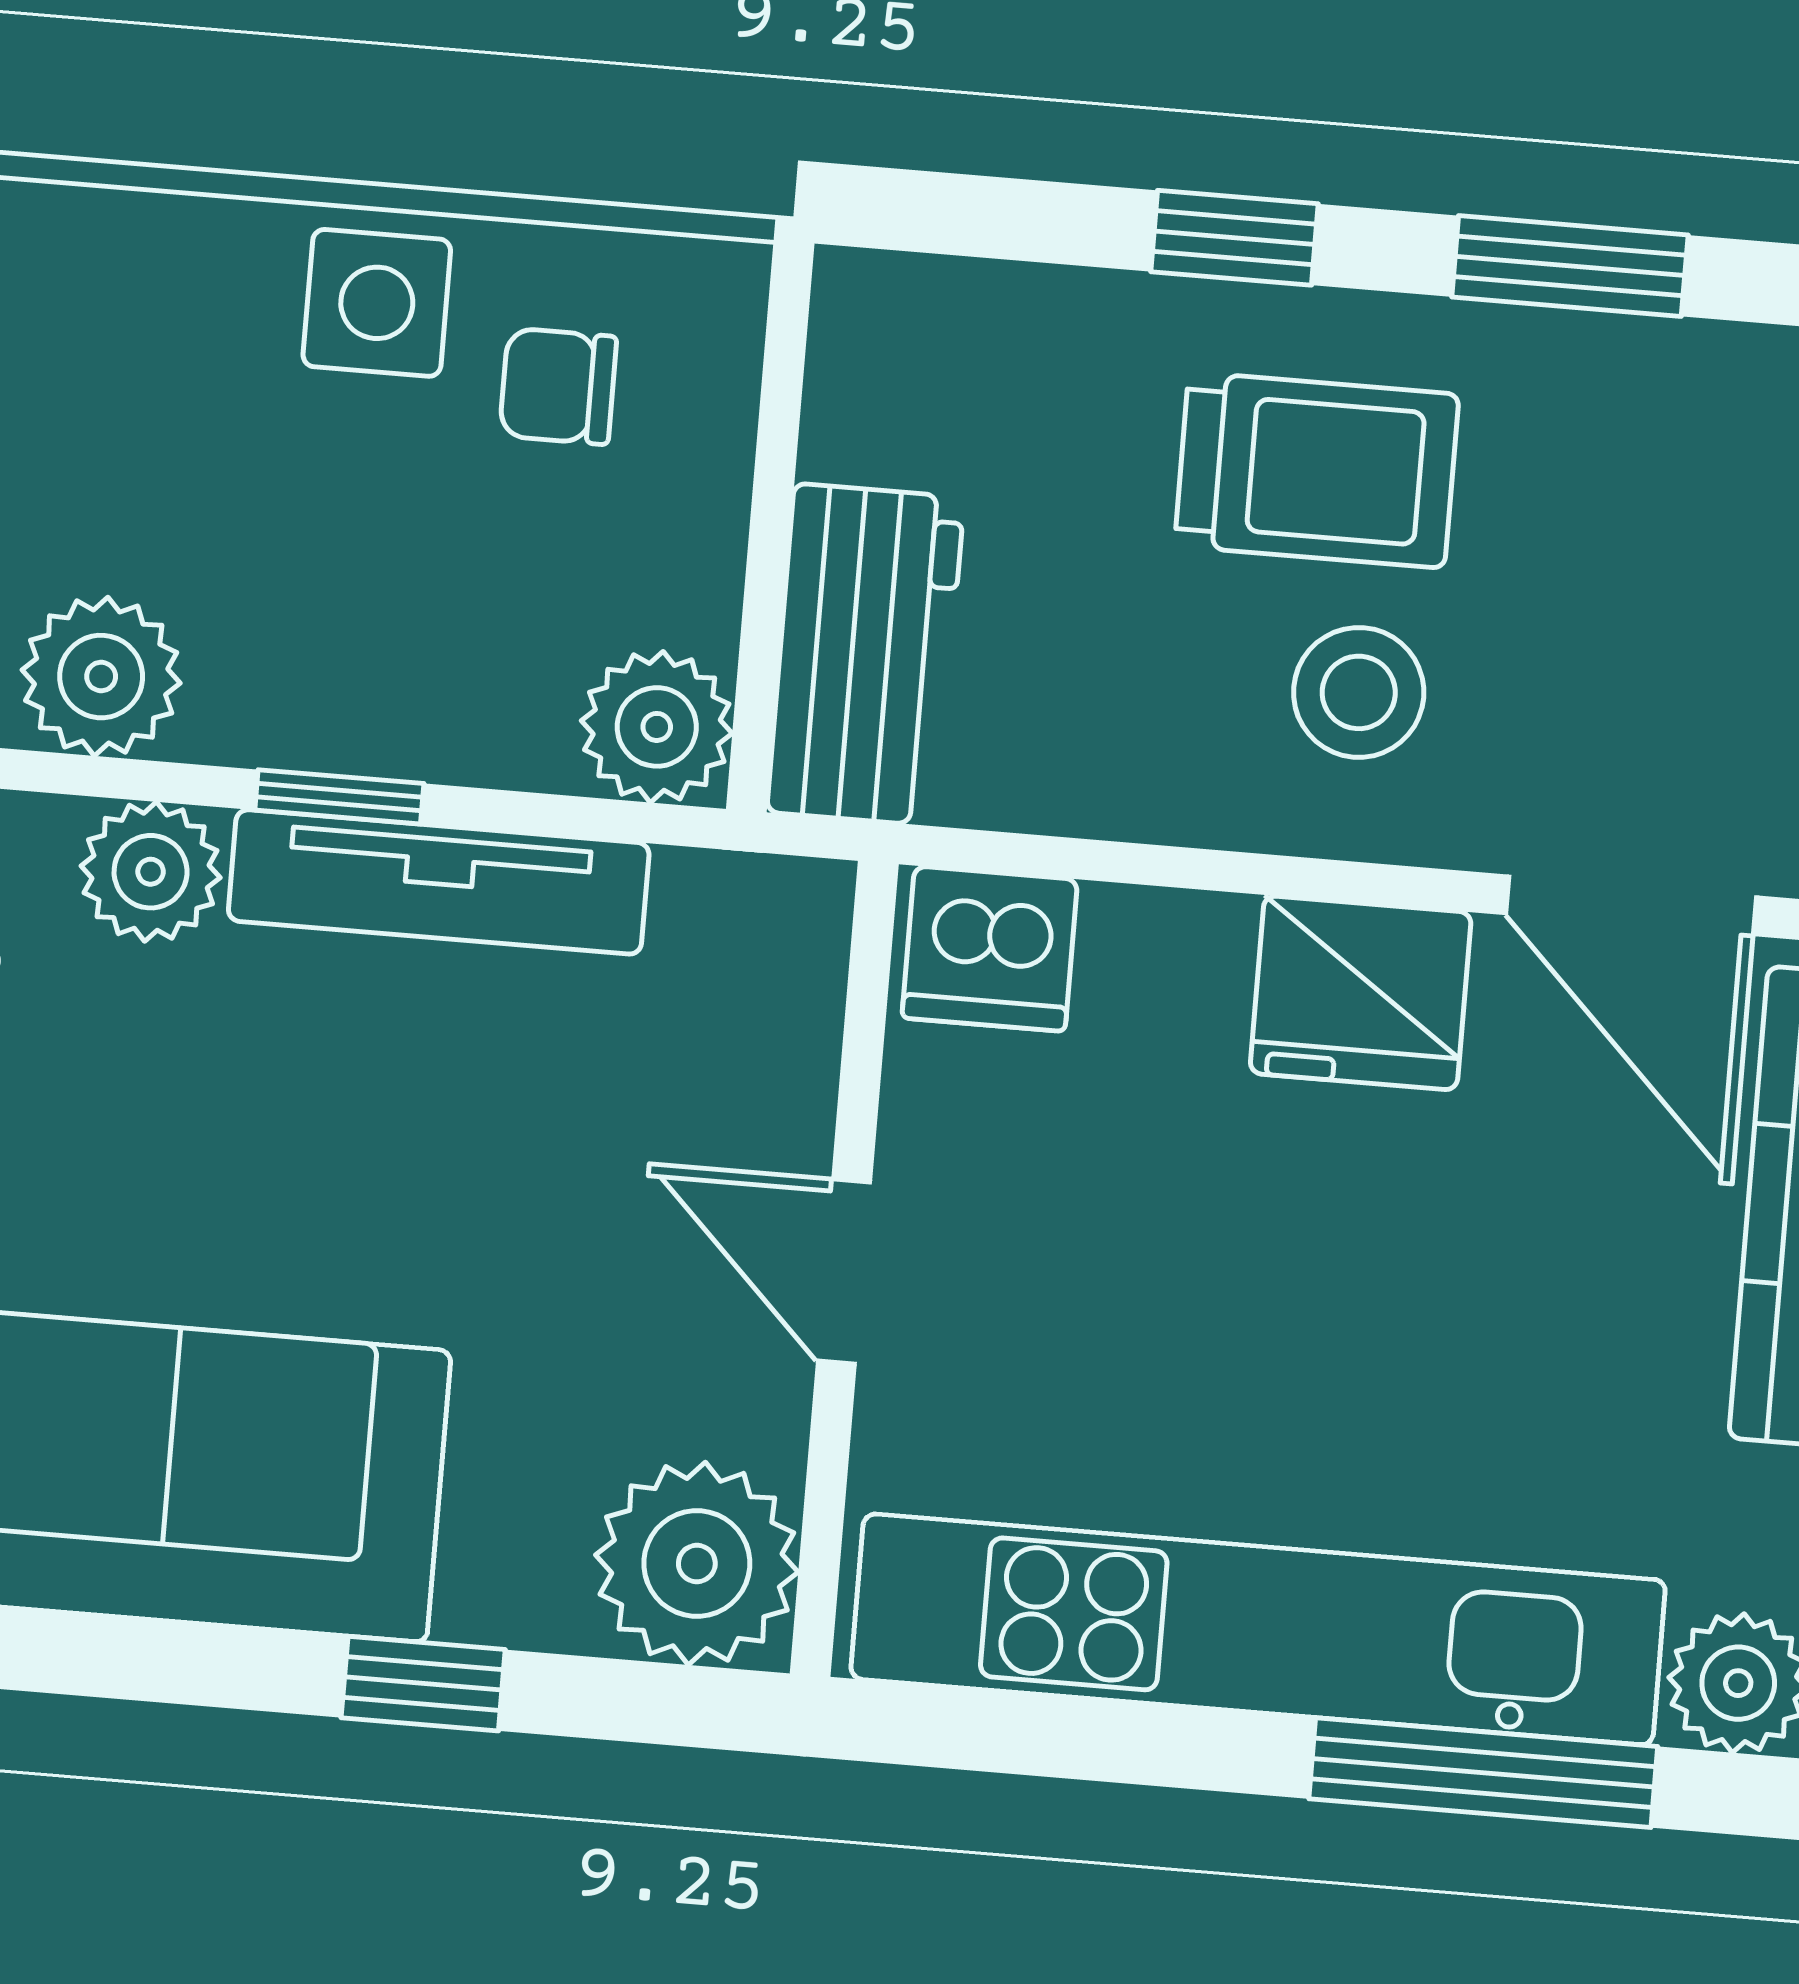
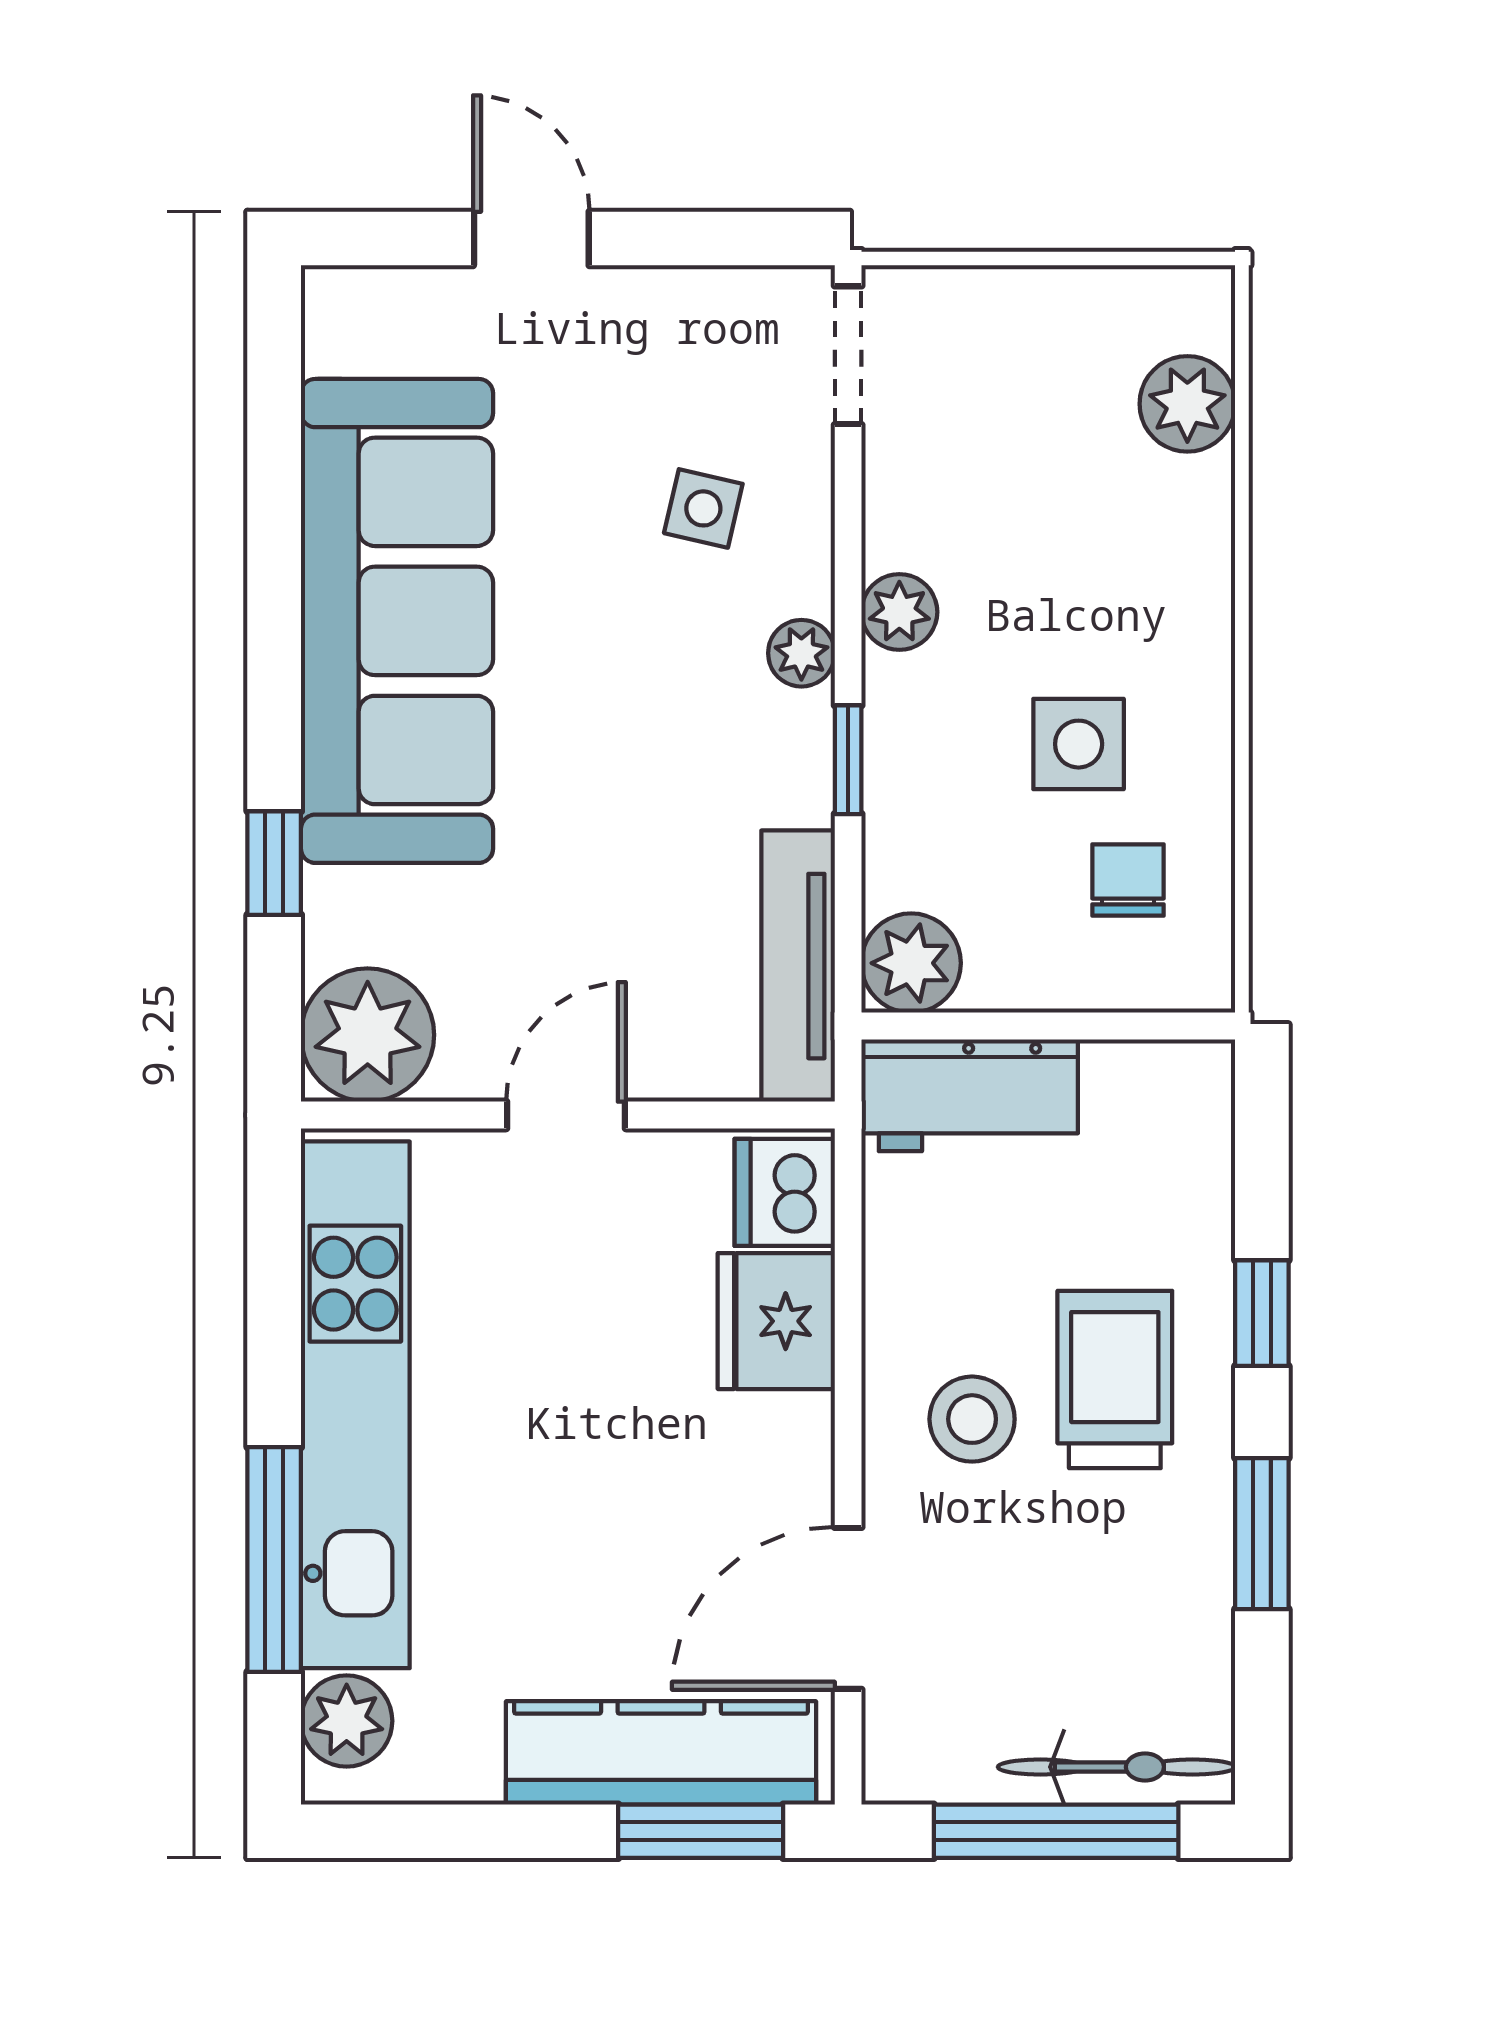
side table: (377, 303) -> (1079, 744), moved
trolley: (1317, 470) -> (1115, 1379), turned 180
plant: (101, 677) -> (899, 612), width x0.73, depth x0.73
plant: (151, 872) -> (801, 653), width x0.73, depth x0.73
tv unit: (439, 882) -> (798, 966), moved
fridge: (1361, 993) -> (776, 1321), moved

